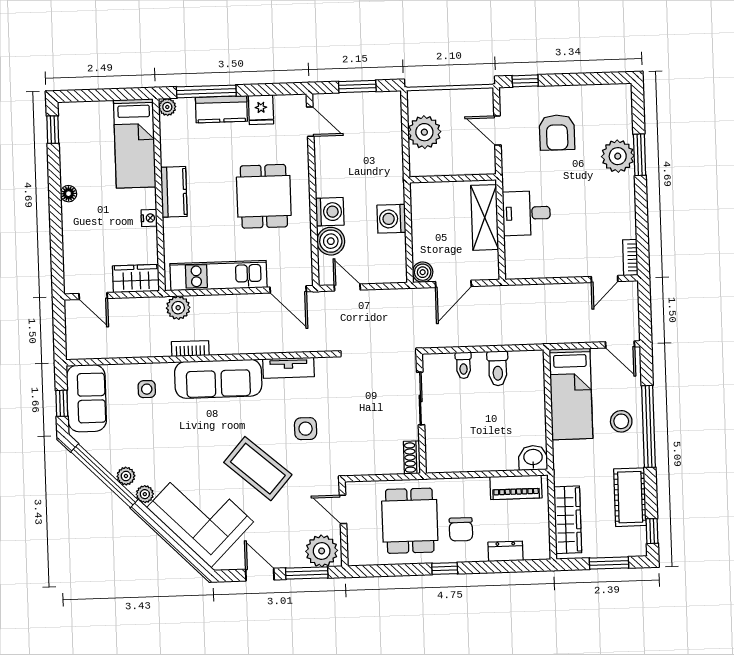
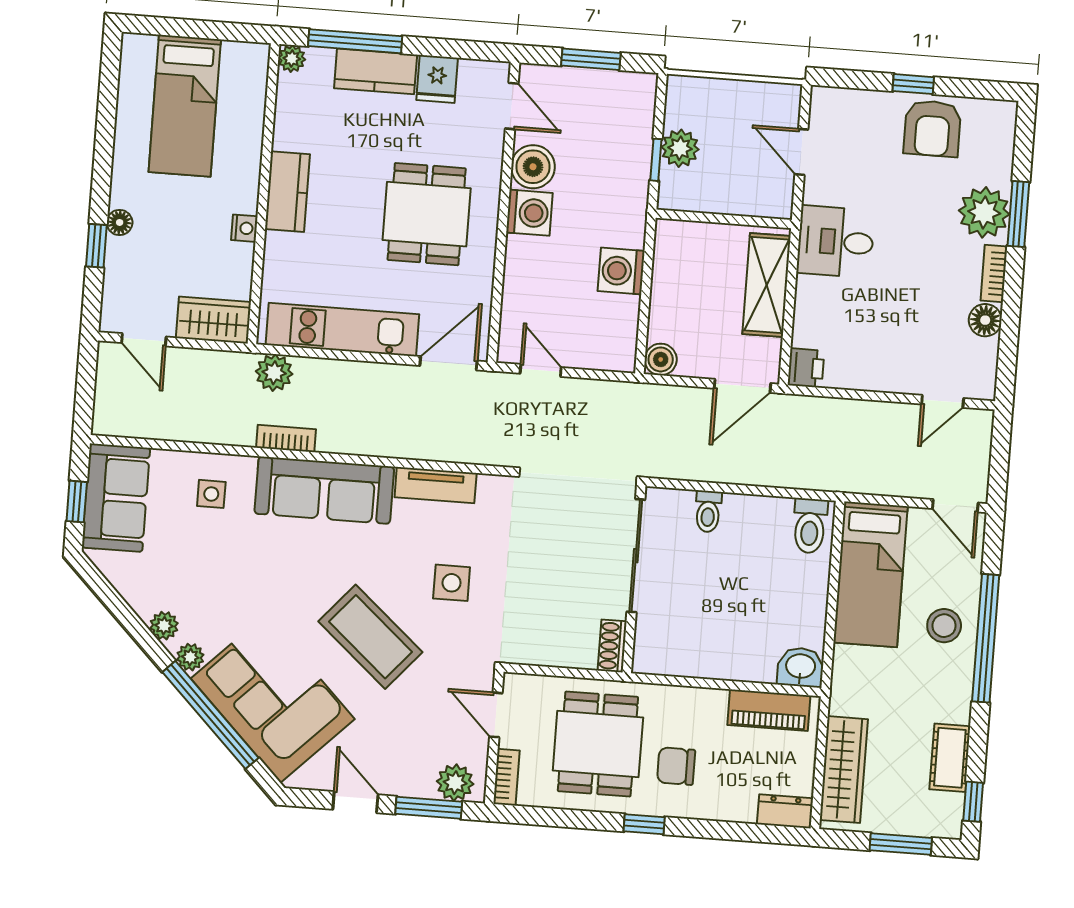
window: (525, 81) -> (913, 84), moved
window: (53, 130) -> (96, 246), moved
plant: (424, 132) -> (680, 148), width x0.73, depth x0.73
armchair: (557, 133) -> (932, 128), moved
bed: (135, 143) -> (185, 106), moved
window: (406, 146) -> (656, 160), added
floor lamp: (68, 194) -> (120, 222), moved
washing machine: (330, 212) -> (529, 213), moved
desk: (526, 213) -> (836, 242), moved
floor lamp: (626, 224) -> (985, 320), added
boiler: (331, 241) -> (533, 167), moved
bookcase: (630, 258) -> (994, 274), moved
printer: (515, 267) -> (806, 368), added
door: (453, 284) -> (742, 386), moved
door: (288, 289) -> (448, 363), swing flipped
toilet: (498, 368) -> (810, 526), moved
sliding door: (421, 399) -> (636, 556), width x1.37
window: (104, 476) -> (210, 715), moved
cot: (630, 497) -> (950, 758), width x0.73, depth x0.75
chair: (461, 529) -> (676, 766), turned 90
bookcase: (354, 548) -> (506, 777), added
plant: (322, 551) -> (455, 783), width x0.73, depth x0.73
dresser: (506, 551) -> (785, 811), moved

